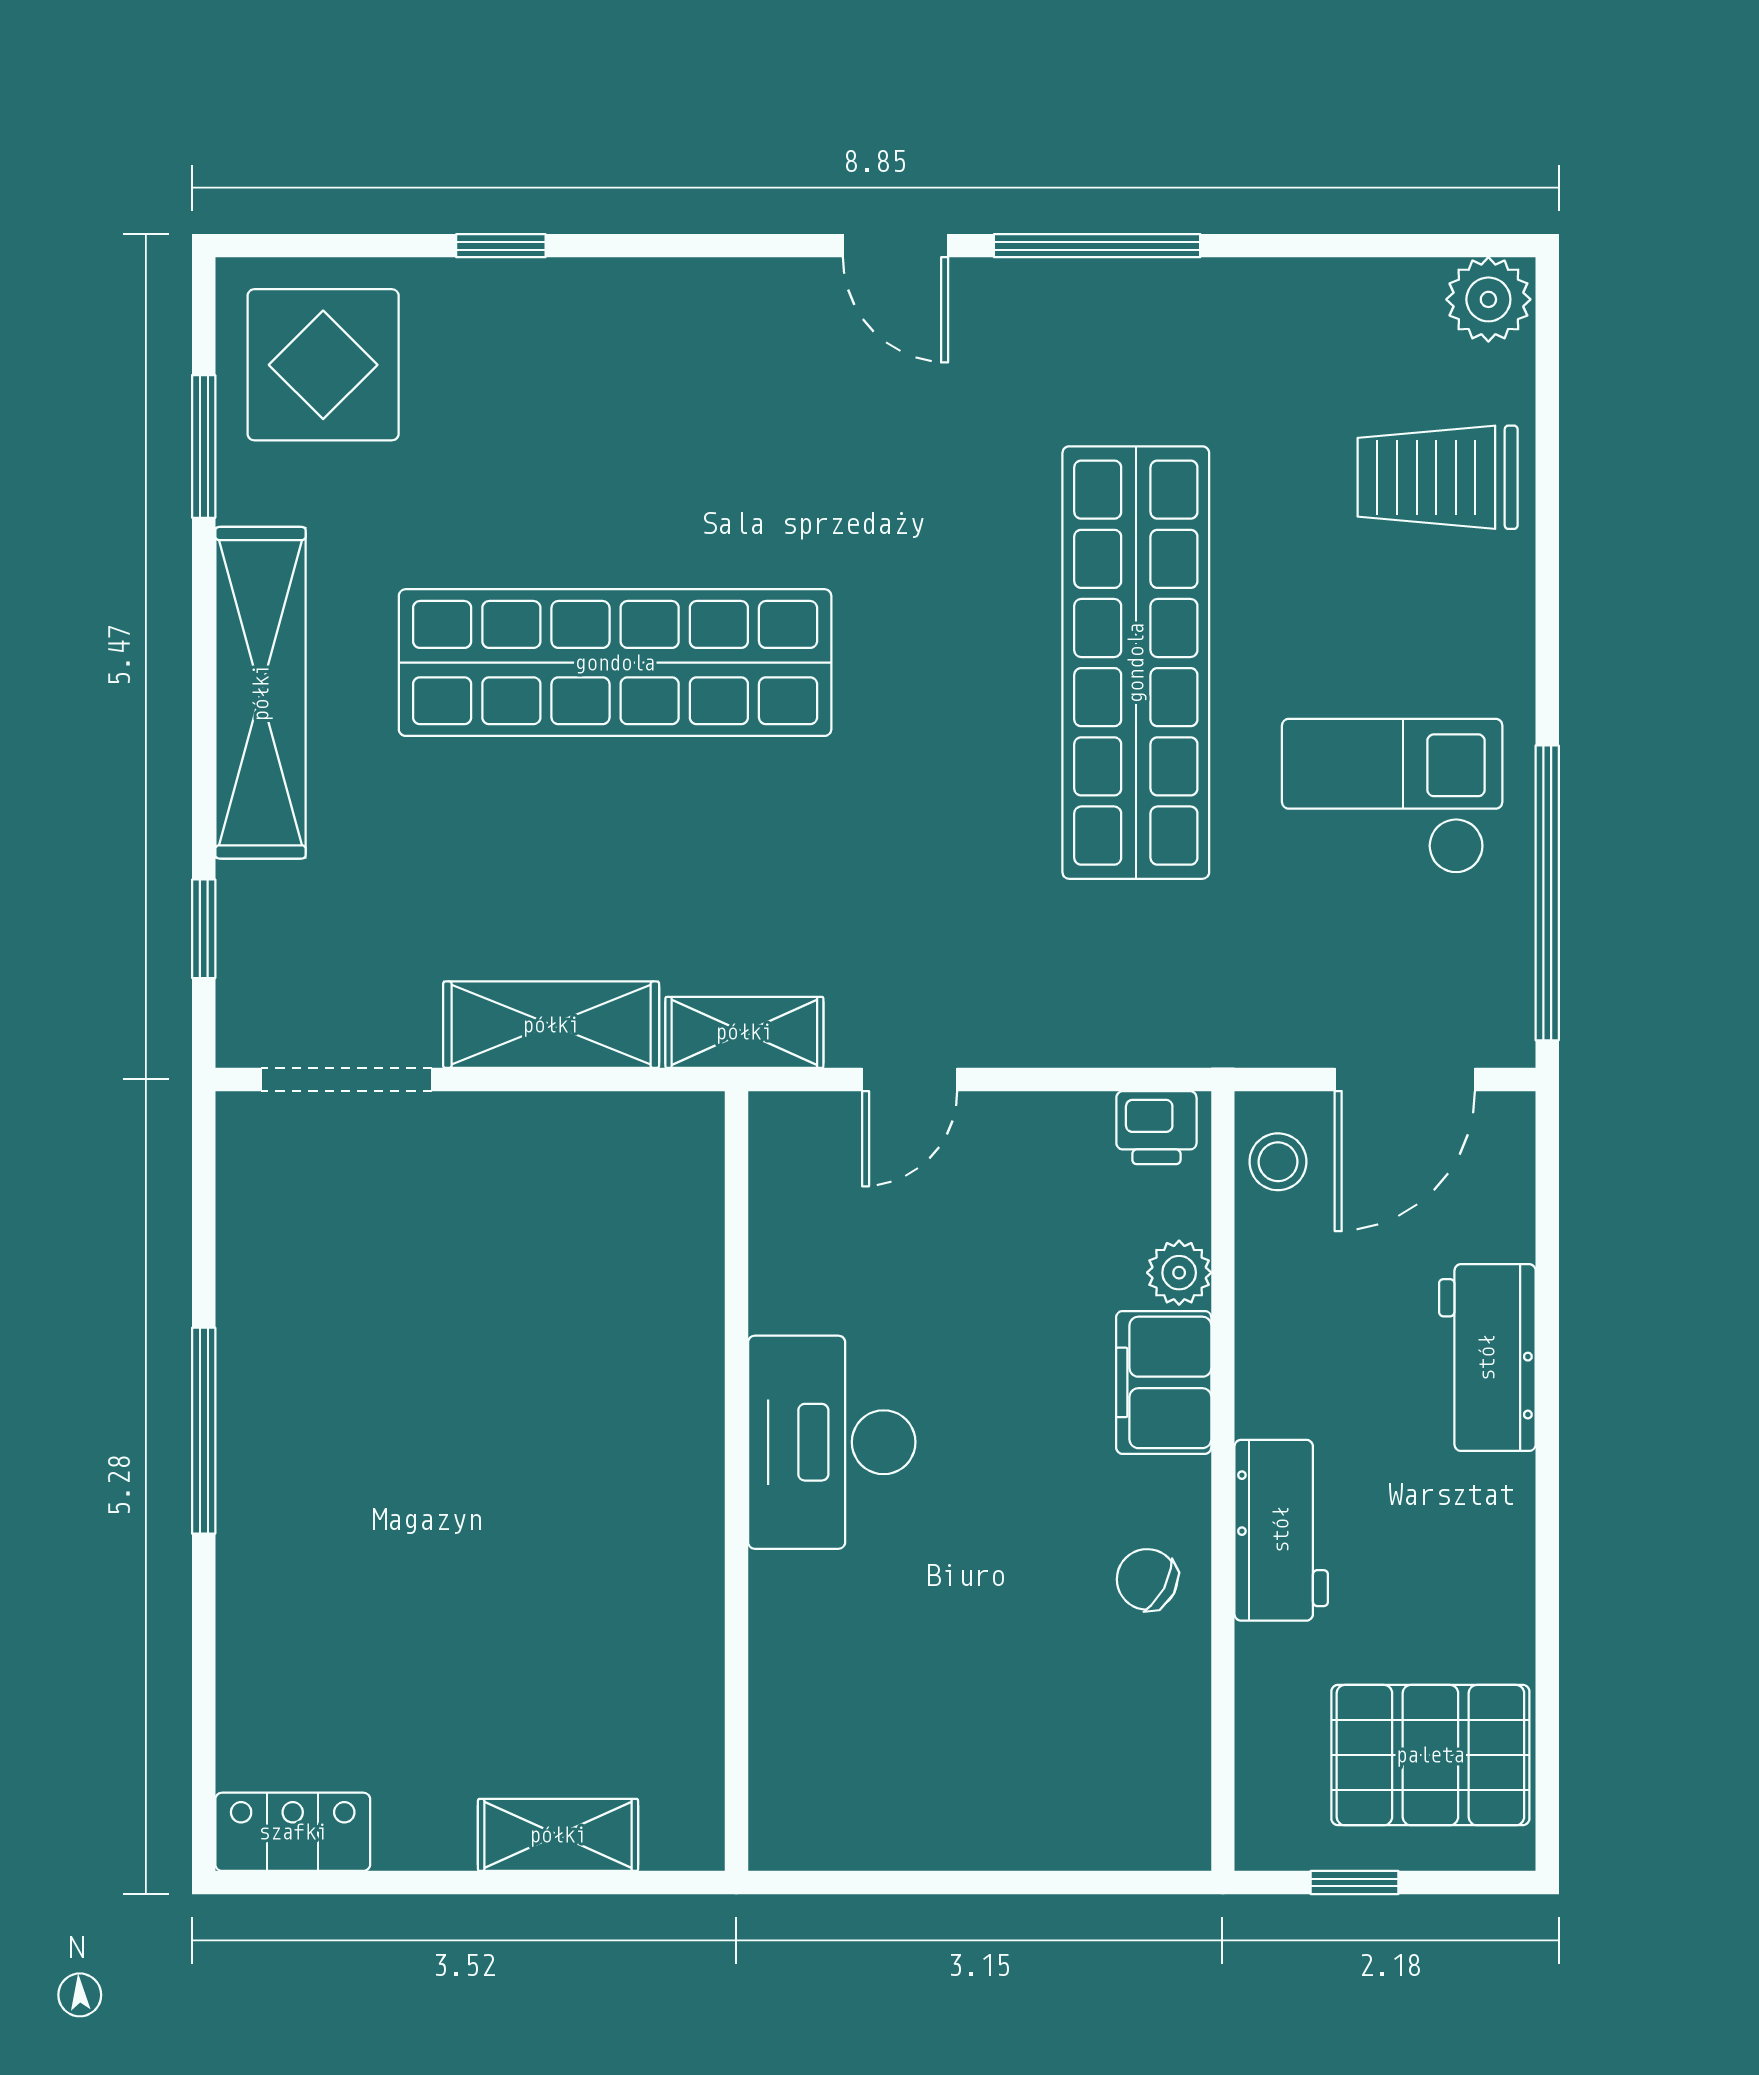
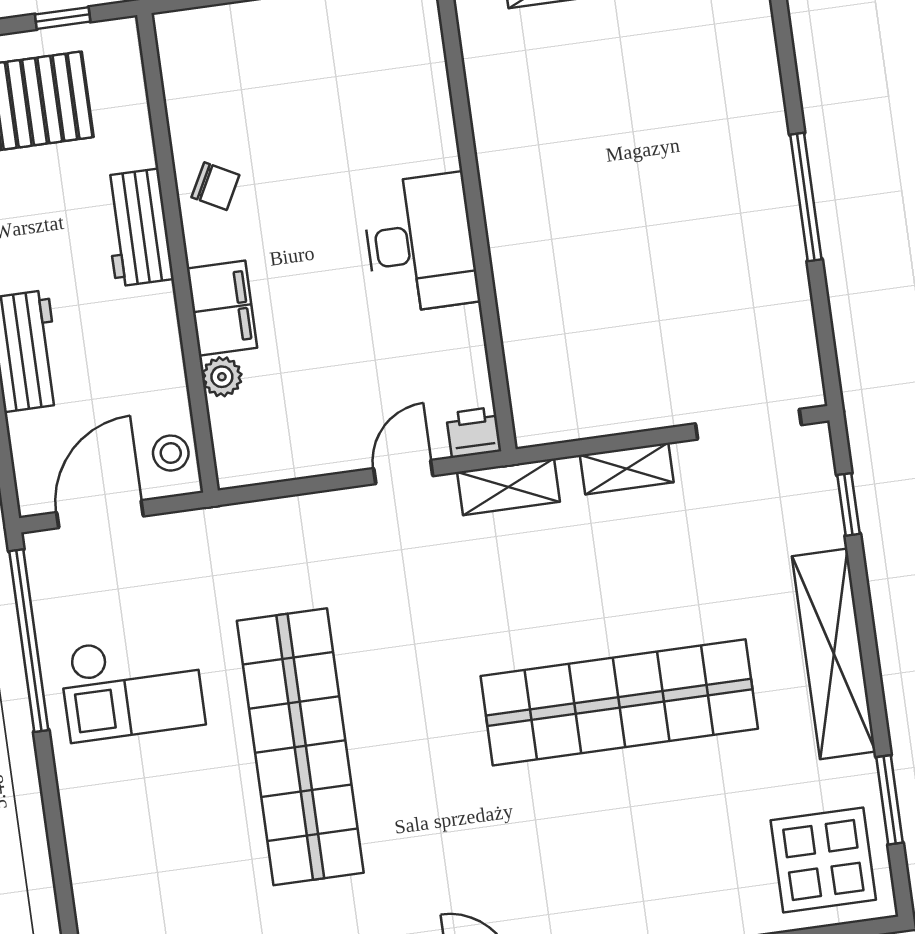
trolley: (1438, 477) -> (131, 886), removed
shelving: (551, 1025) -> (627, 469), width x0.67, depth x0.75
printer: (1156, 1128) -> (474, 432), moved

